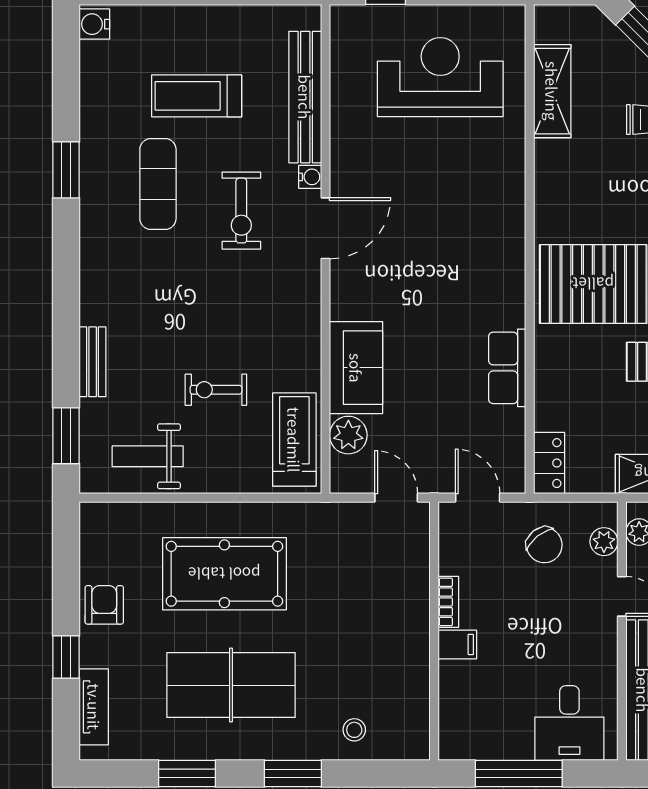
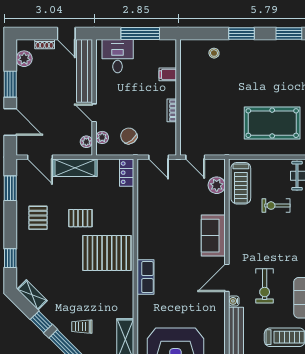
exercise bike: (241, 211) -> (265, 286), turned 180
sofa: (356, 368) -> (213, 236), moved
row of seats: (507, 368) -> (145, 277), moved
exercise bike: (216, 390) -> (276, 206), turned 180
filing cabinet: (457, 644) -> (168, 74), moved
table tennis table: (231, 685) -> (269, 73), removed

